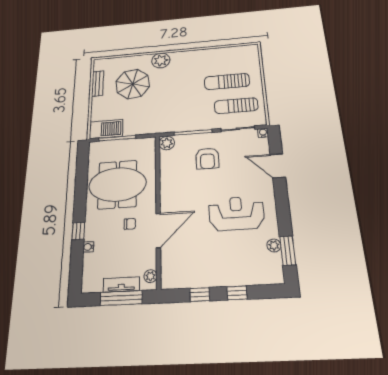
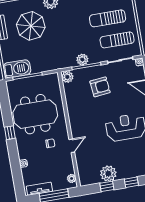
plant: (189, 125) -> (82, 59), added
armchair: (207, 158) -> (100, 87), turned -96
door: (158, 230) -> (72, 146), width x0.53
window: (78, 231) -> (10, 133), moved
plant: (204, 276) -> (108, 174), added
tv unit: (121, 284) -> (39, 189), moved

